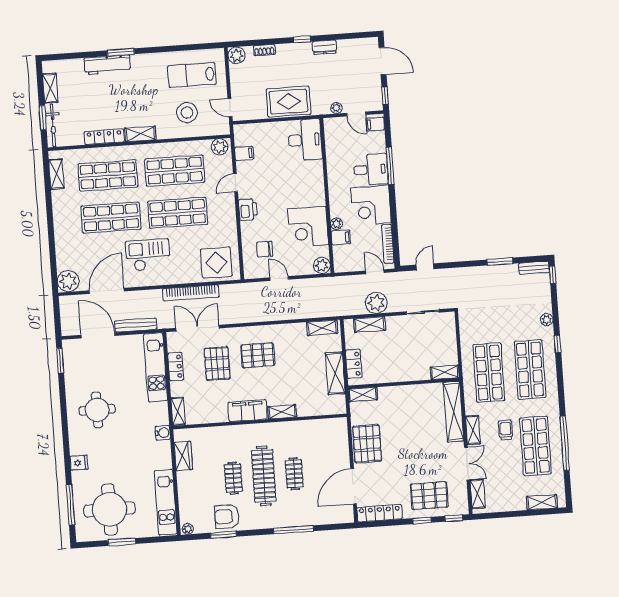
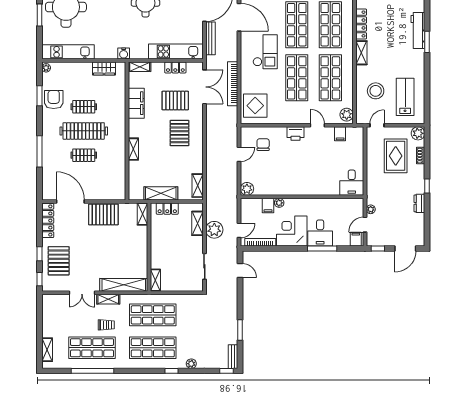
rug: (288, 102) -> (396, 156), moved
desk: (305, 140) -> (352, 183), width x0.73
corner desk: (308, 227) -> (278, 180), removed
filing cabinet: (248, 411) -> (136, 103), moved
shelving: (478, 494) -> (57, 299), removed

